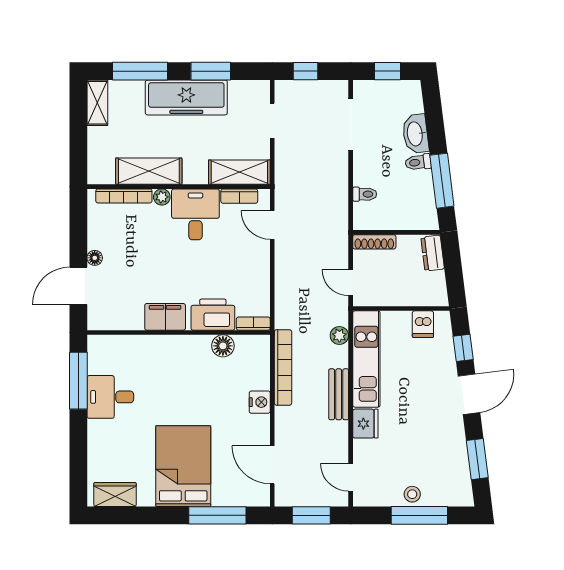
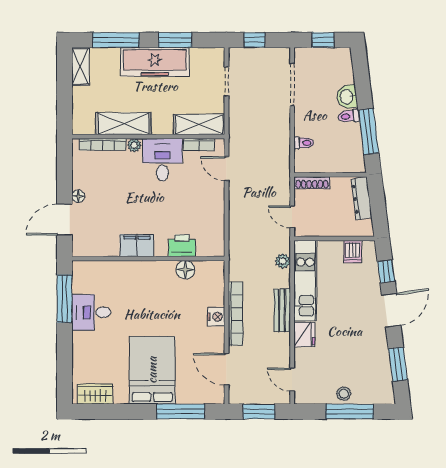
washbasin: (416, 134) -> (347, 97), width x0.72
dresser: (433, 253) -> (361, 198), width x1.44
printer: (213, 315) -> (182, 246), width x0.73, depth x0.84
bookcase: (253, 324) -> (211, 251), removed
bookcase: (283, 367) -> (236, 314), moved

